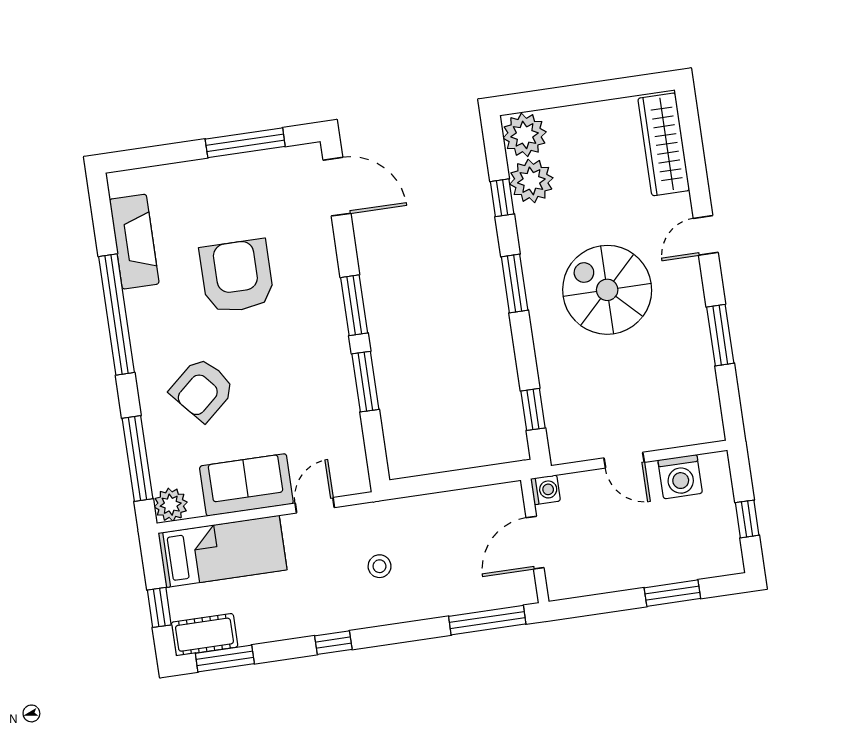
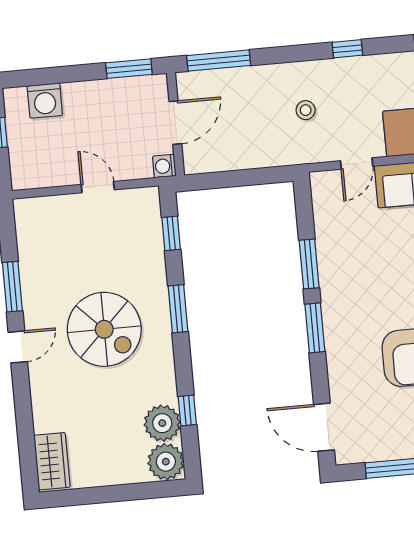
wardrobe: (664, 144) -> (52, 461), width x0.67
door: (706, 235) -> (18, 347), moved
window: (515, 283) -> (178, 309), moved
washing machine: (680, 477) -> (45, 101), moved, turned 180
window: (672, 593) -> (129, 69), moved

